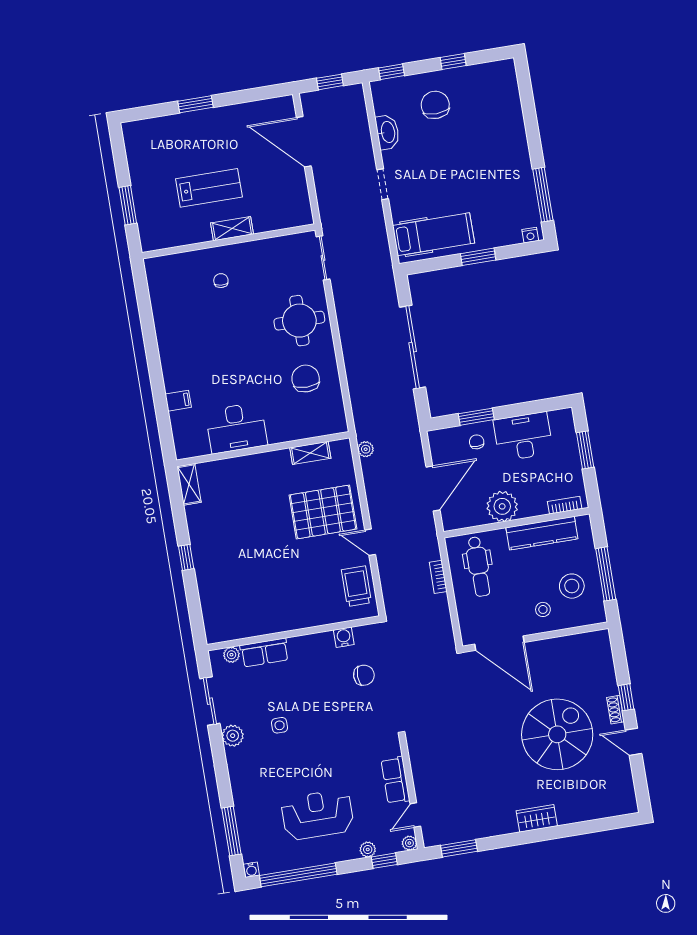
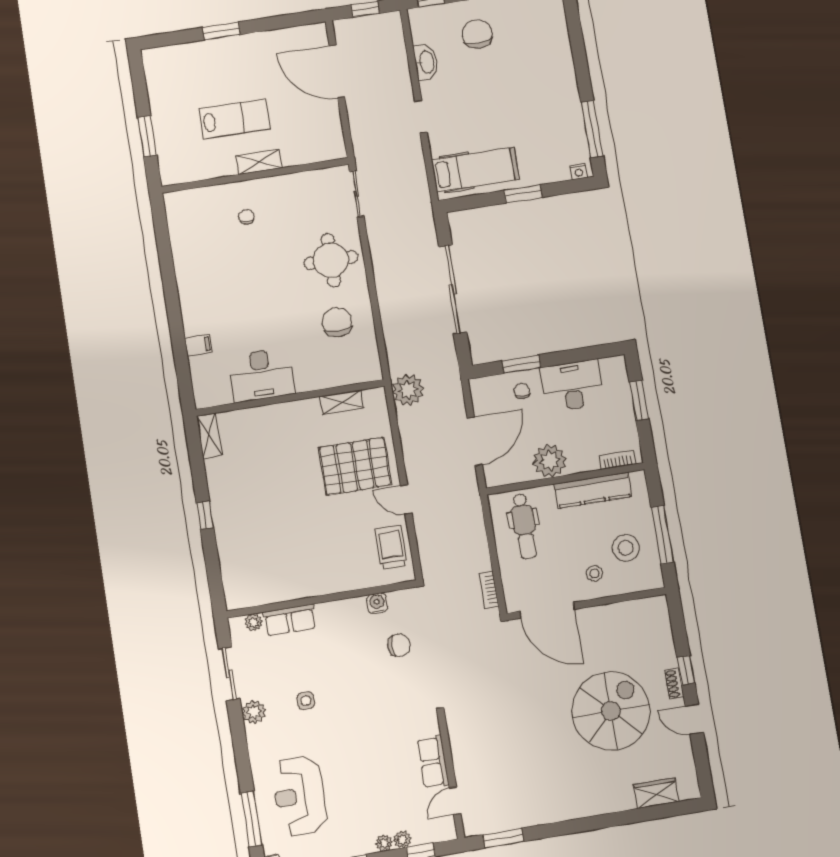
plant: (366, 449) -> (408, 390), width x1.88, depth x1.88
bookcase: (438, 577) -> (489, 590), moved
reception desk: (317, 815) -> (299, 796), moved, turned -90
wardrobe: (537, 818) -> (656, 793), moved
plant: (409, 843) -> (384, 843), moved

